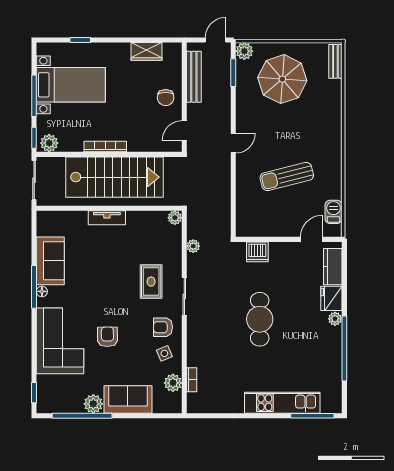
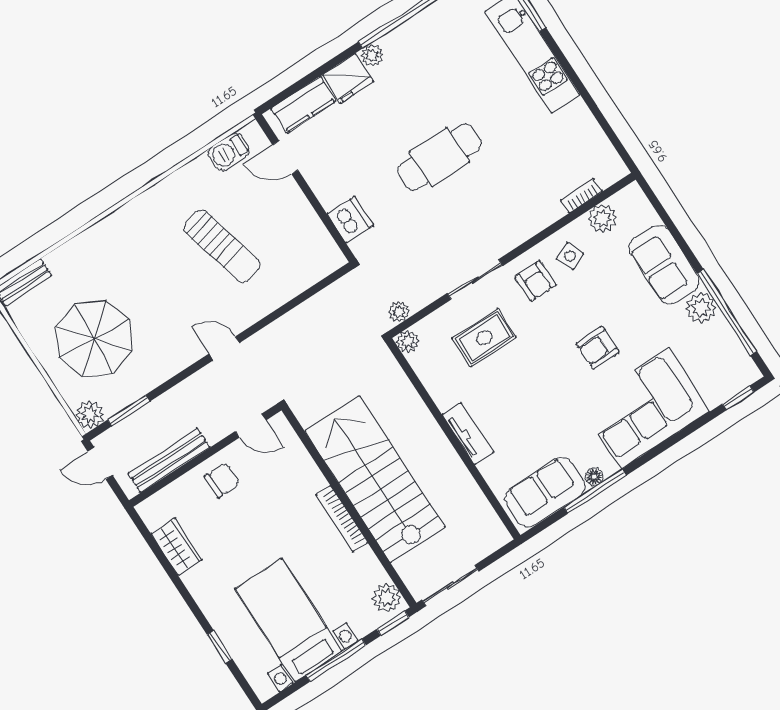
wall: (109, 208) -> (453, 439), moved
tv unit: (107, 218) -> (468, 434), moved
plant: (175, 218) -> (408, 341), moved

